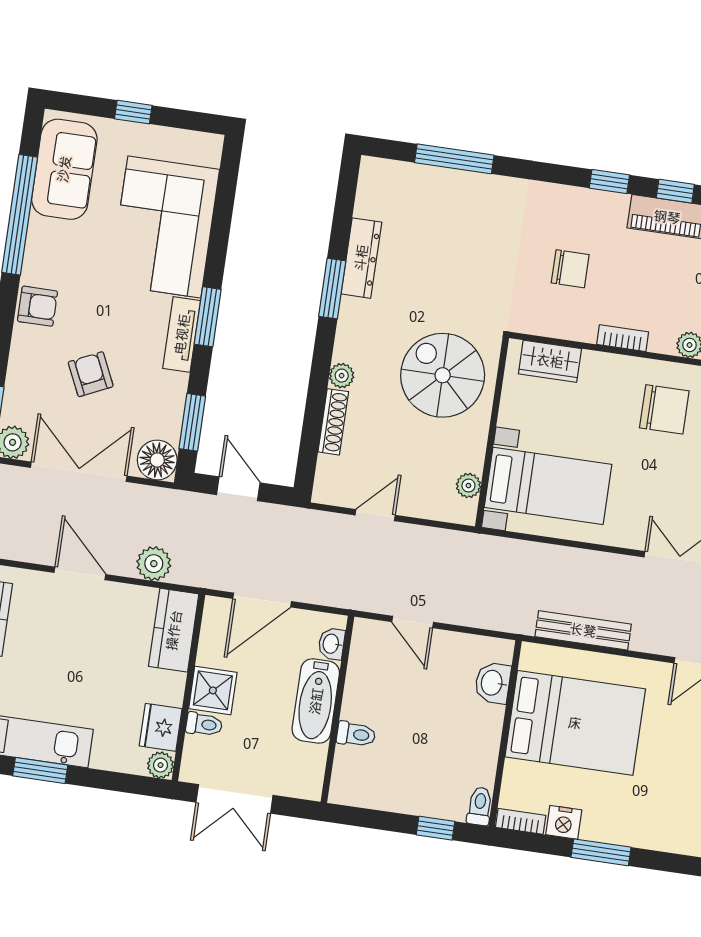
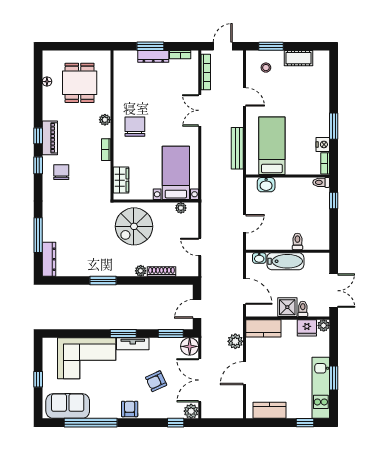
dresser: (361, 258) -> (49, 259), moved, turned 90
chair: (570, 269) -> (61, 172), moved
bed: (575, 723) -> (272, 146), width x0.67

